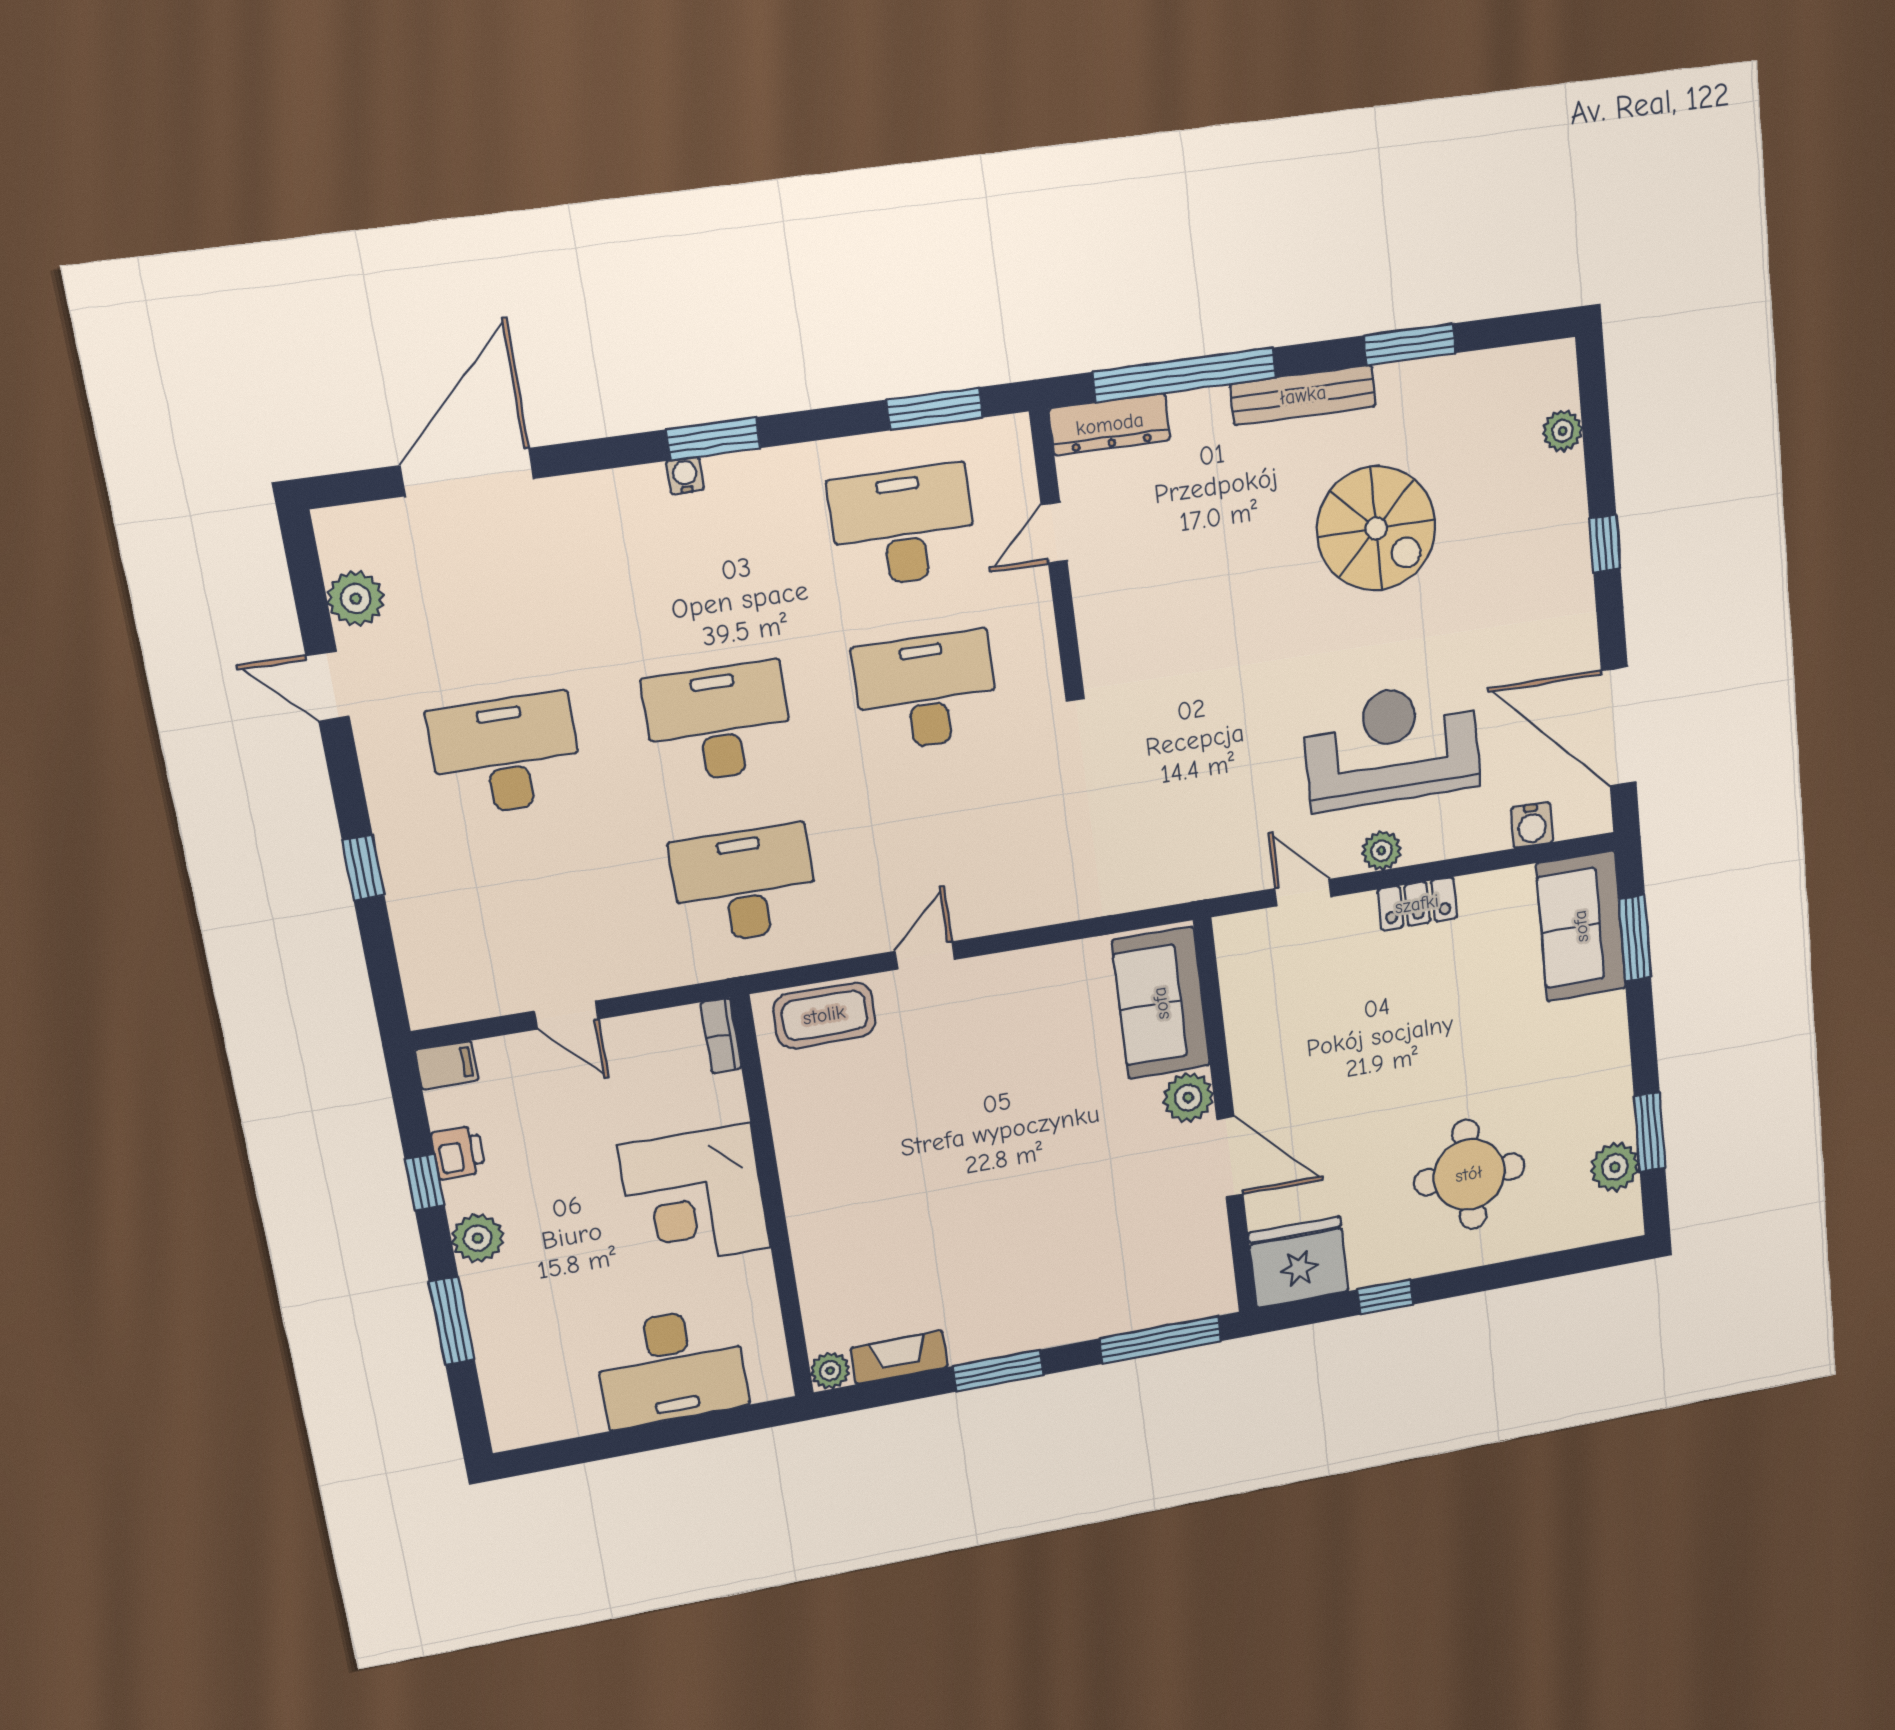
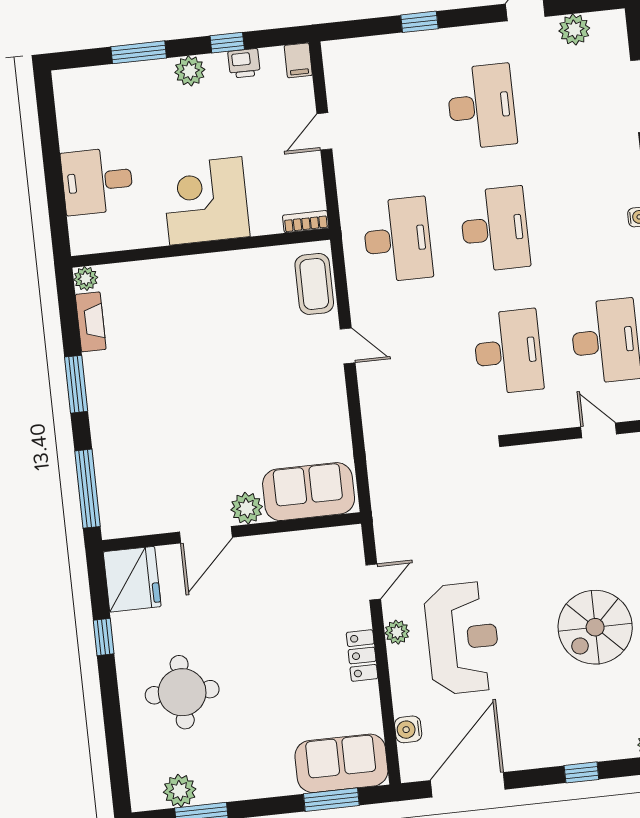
desk: (671, 1367) -> (97, 181), width x0.73

